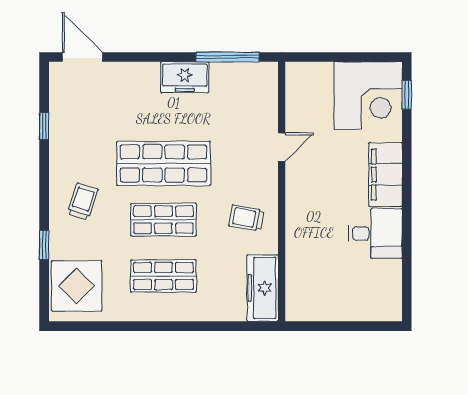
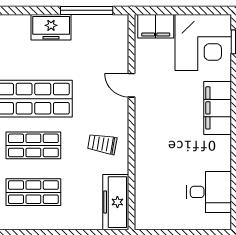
filing cabinet: (311, 76) -> (156, 26), added
door: (282, 147) -> (131, 85), swing flipped
desk: (375, 233) -> (209, 192), moved

